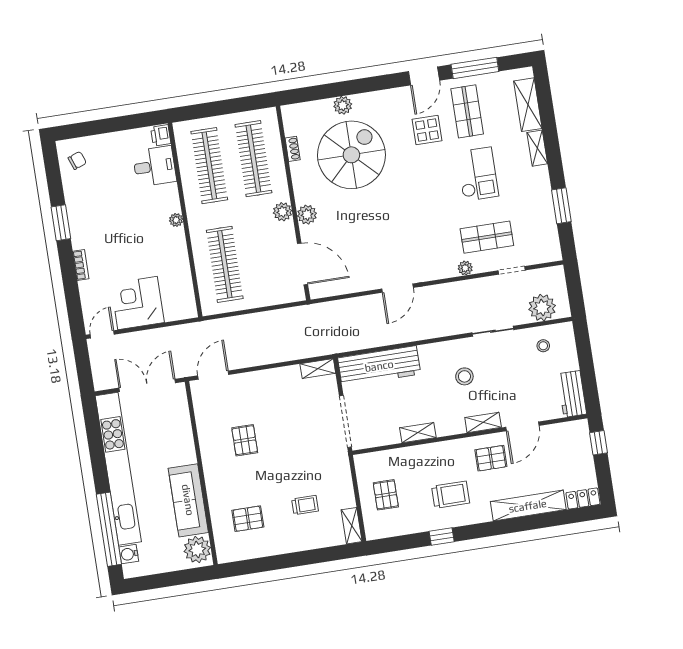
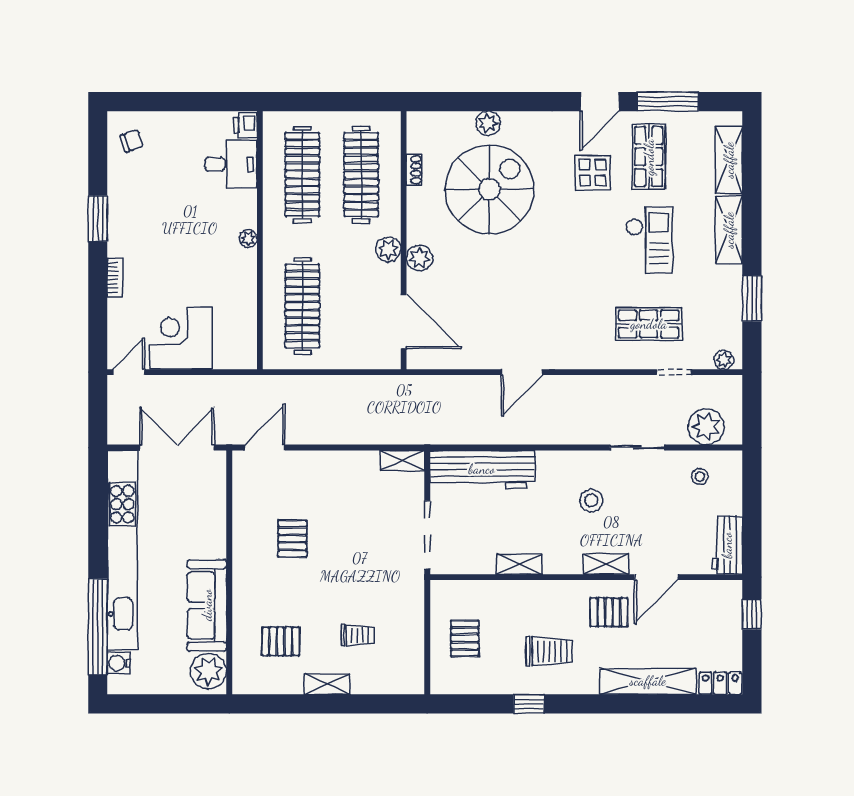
shelving: (537, 148) -> (729, 230), width x1.50, depth x1.33
plant: (465, 268) -> (724, 360), moved
shelving: (352, 526) -> (327, 684), moved, turned 90

